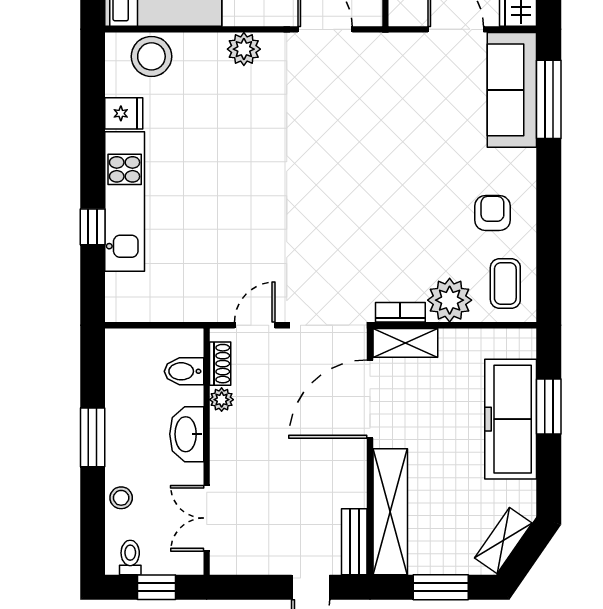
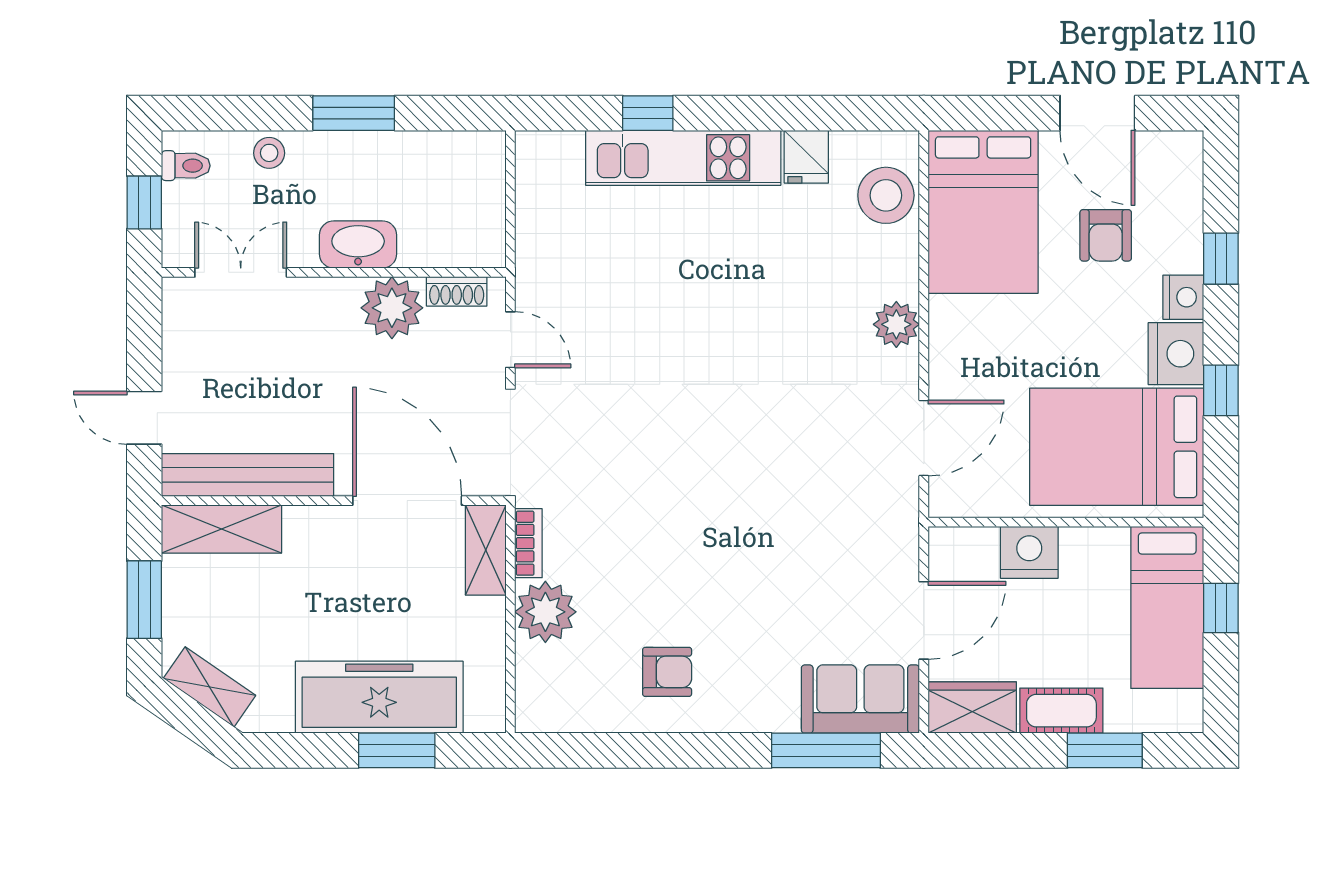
sofa: (512, 90) -> (860, 699), width x0.73
coffee table: (505, 284) -> (569, 690), removed
bidet: (184, 371) -> (446, 241), removed
plant: (222, 400) -> (392, 308), width x1.88, depth x1.88
shelving: (390, 512) -> (222, 529), width x0.68
bench: (354, 542) -> (248, 475), width x1.86, depth x1.21

